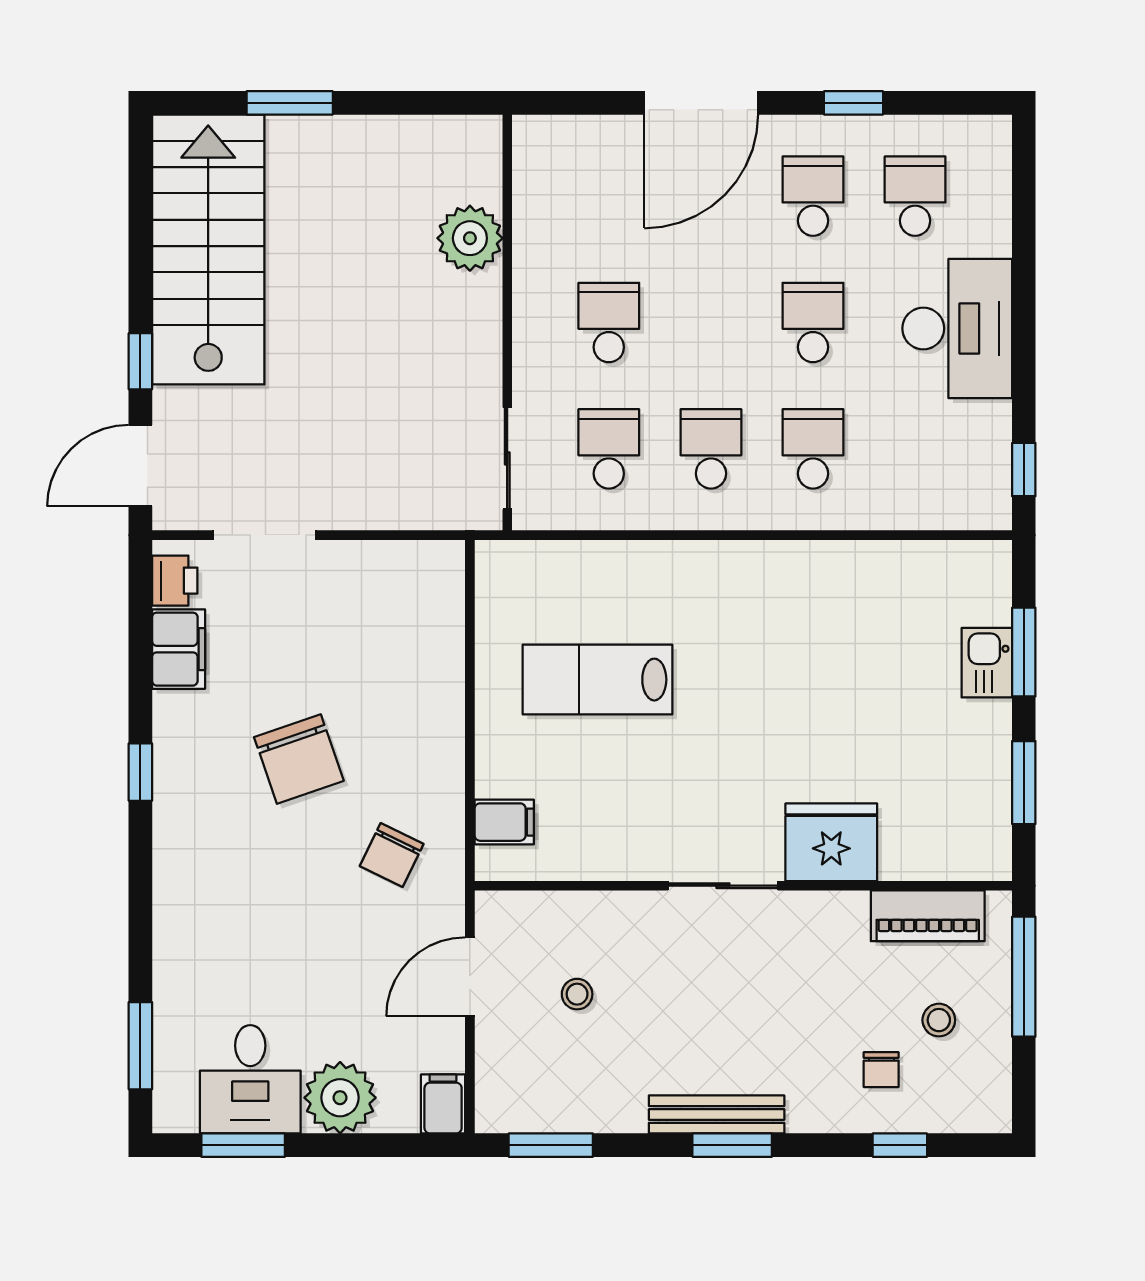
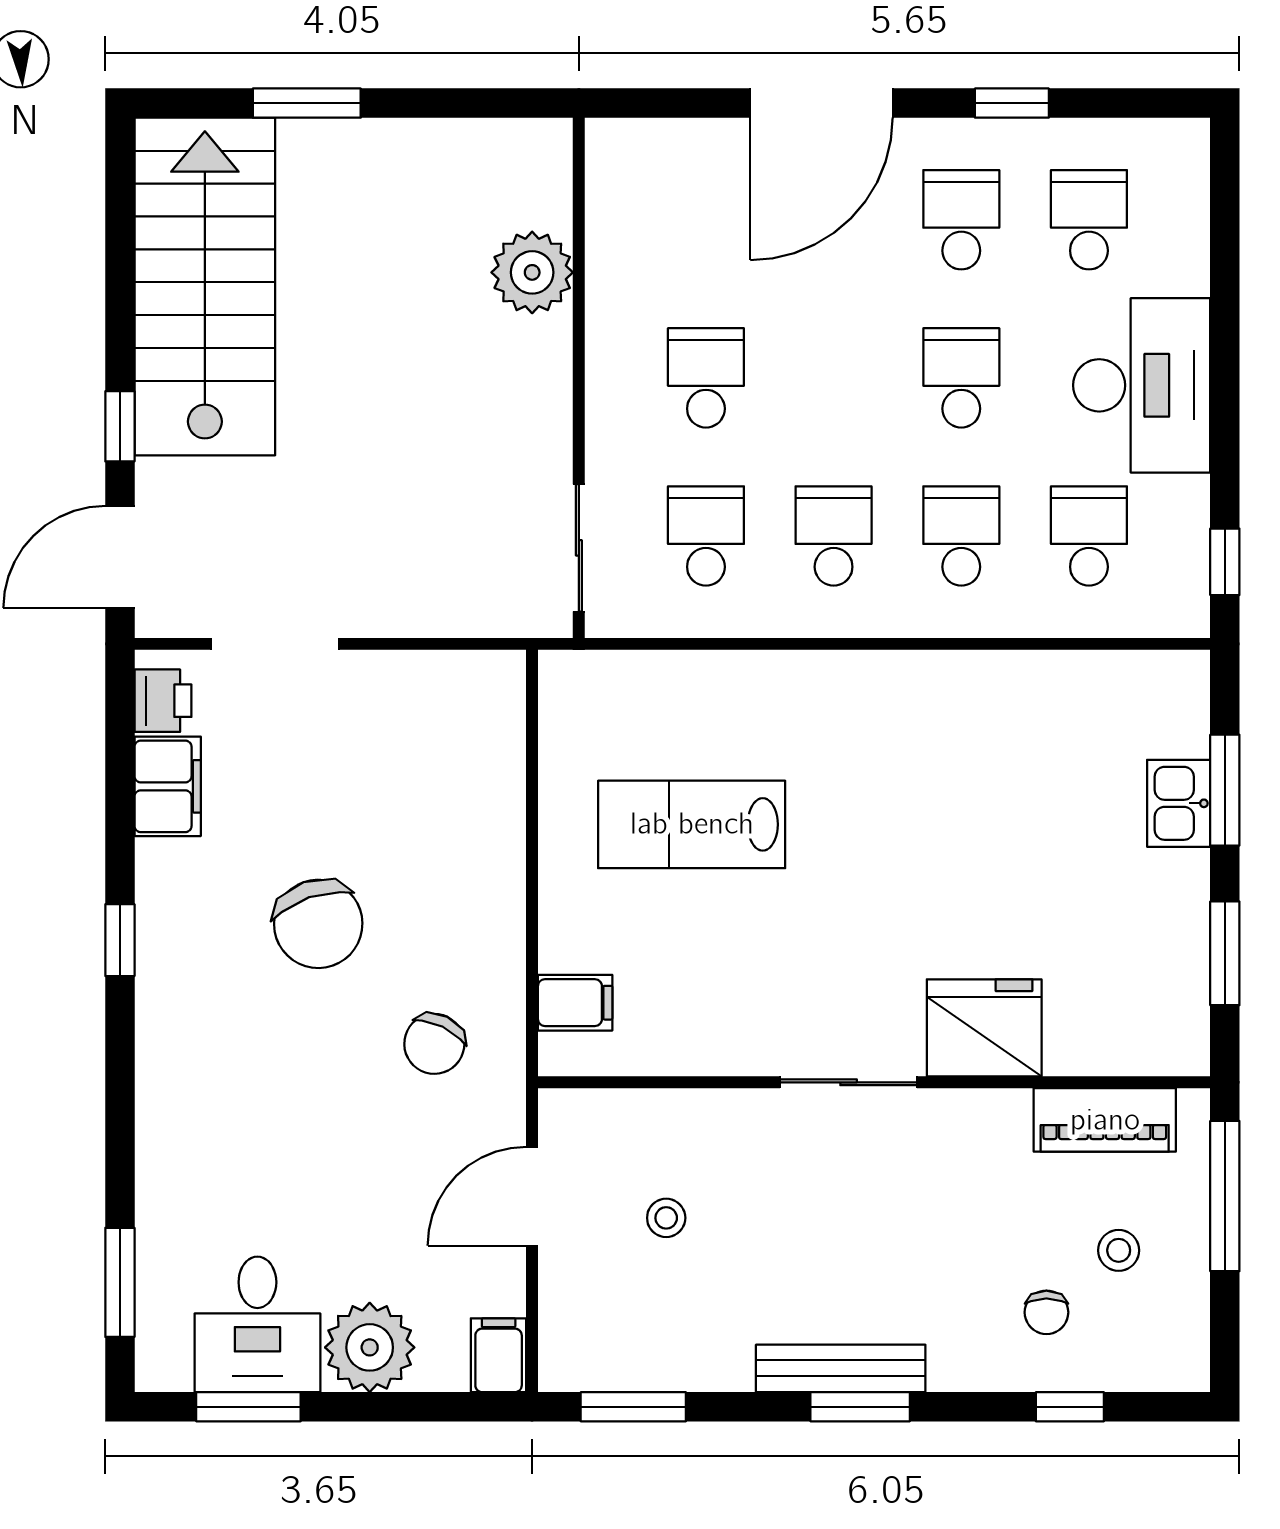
school desk: (915, 449) -> (1089, 536), added

